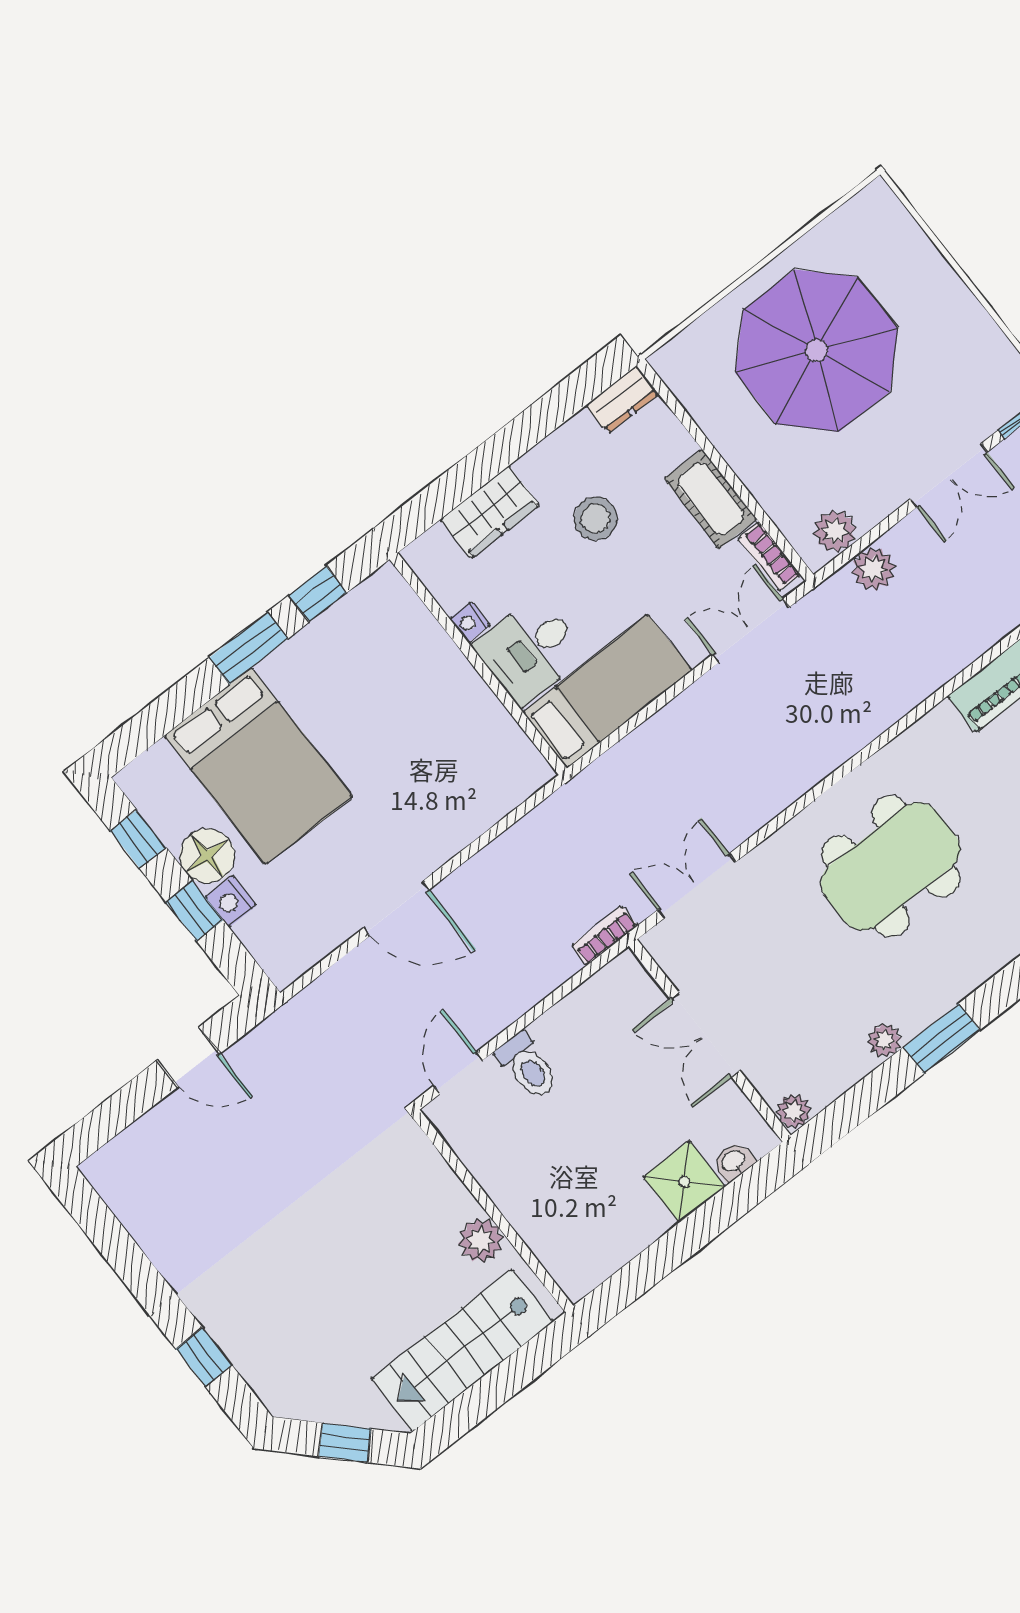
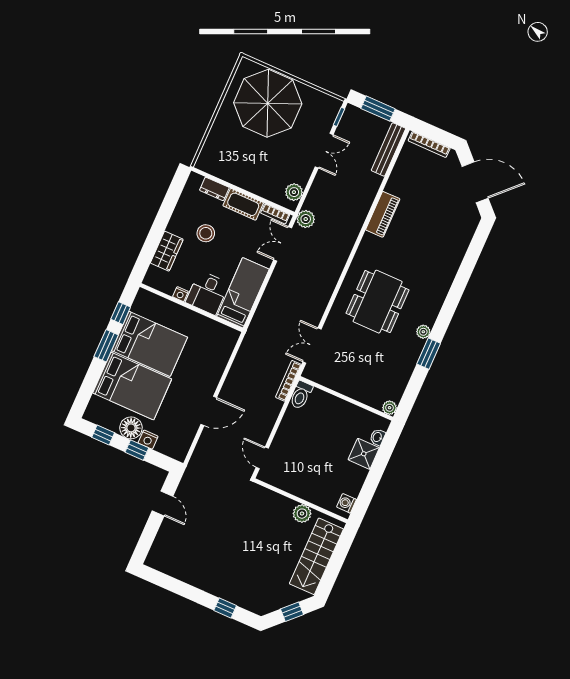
parasol: (817, 351) -> (268, 103), moved
dresser: (622, 400) -> (214, 189), moved, turned 90
plant: (873, 569) -> (306, 219), moved
bed: (345, 694) -> (150, 344), added
bookcase: (604, 936) -> (288, 381), width x1.56
double door: (705, 1035) -> (343, 397), removed
plant: (885, 1040) -> (423, 332), moved
door: (188, 1057) -> (163, 503), hinge flipped
toilet: (528, 1066) -> (301, 395), moved, turned 90
washing machine: (589, 1270) -> (347, 503), added

